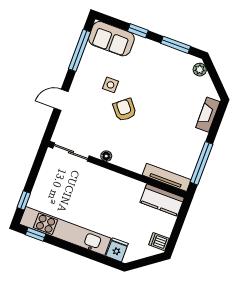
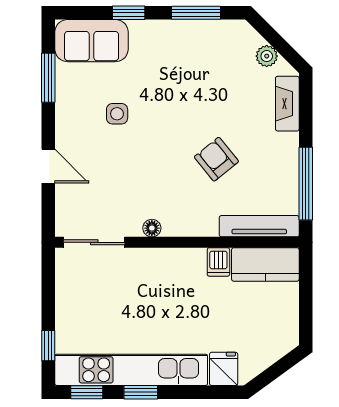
window: (80, 50) -> (48, 78), width x0.69
plant: (200, 70) -> (267, 56), moved
door: (61, 100) -> (48, 166), swing flipped
armchair: (125, 110) -> (216, 159), moved
dishwasher: (159, 242) -> (218, 262), moved, turned -90
window: (66, 246) -> (141, 392), added

